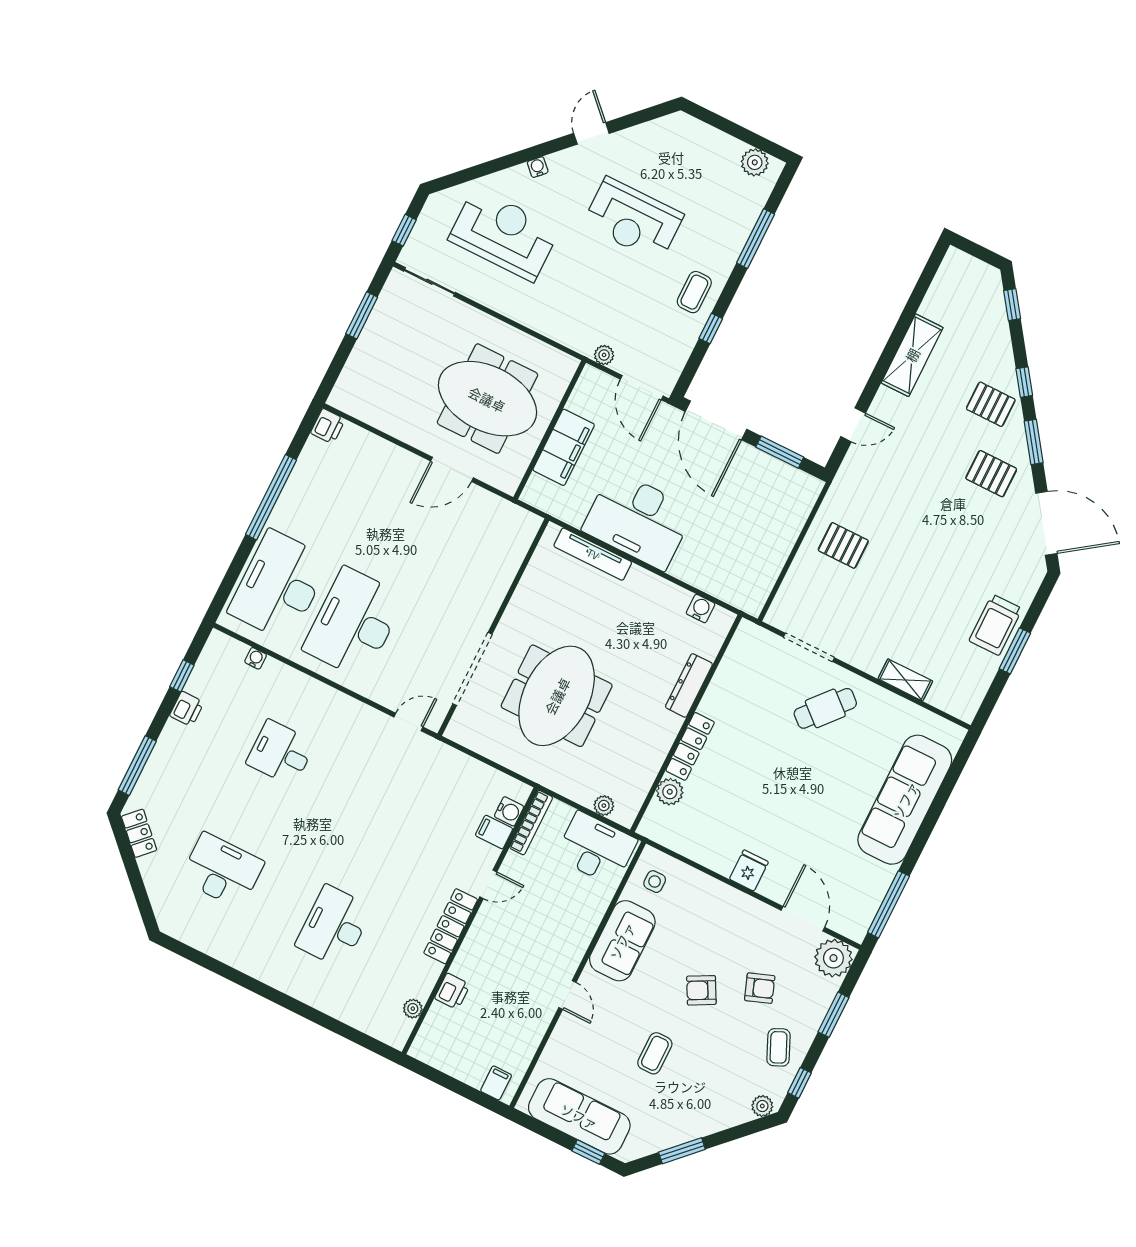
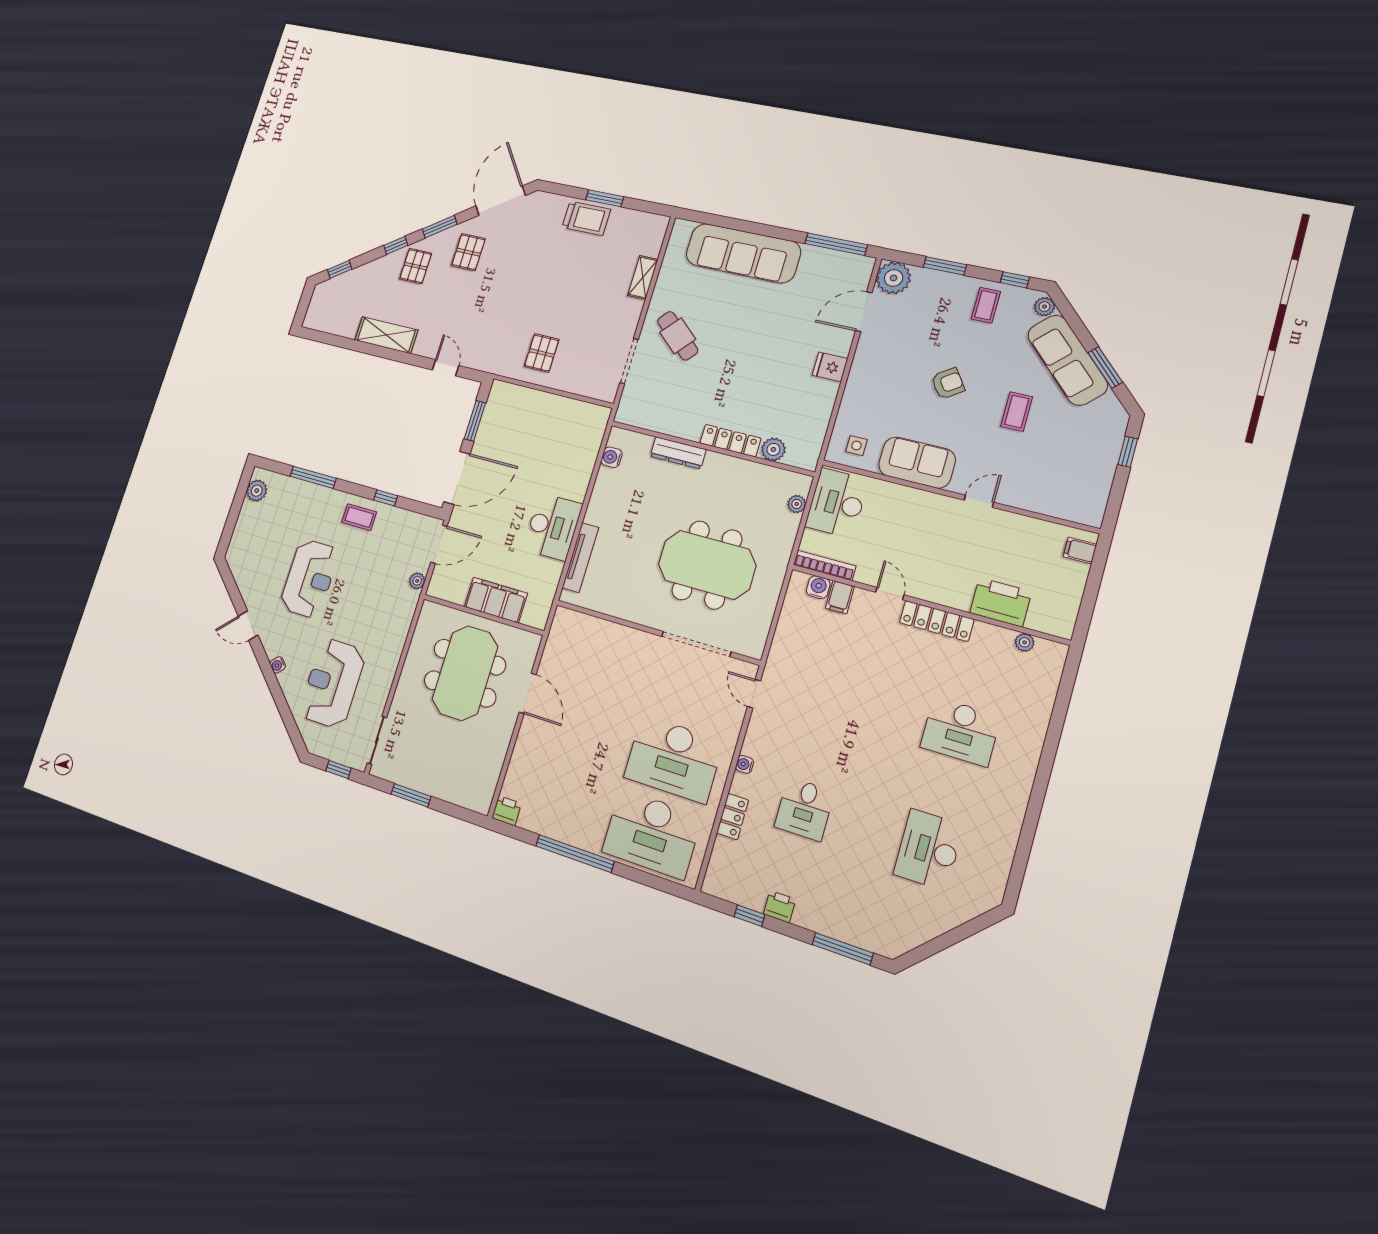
desk: (638, 520) -> (553, 527), width x0.73, depth x0.77
water cooler: (256, 658) -> (745, 764), moved
locker: (139, 833) -> (733, 817), moved, turned 135
armchair: (760, 988) -> (935, 334), removed
armchair: (701, 990) -> (948, 383), turned -97
printer: (452, 991) -> (1001, 602), width x1.87, depth x1.48
coffee table: (779, 1047) -> (986, 305), turned -66
coffee table: (655, 1053) -> (1017, 412), turned 90
sofa: (579, 1116) -> (1067, 360), moved, turned -45

